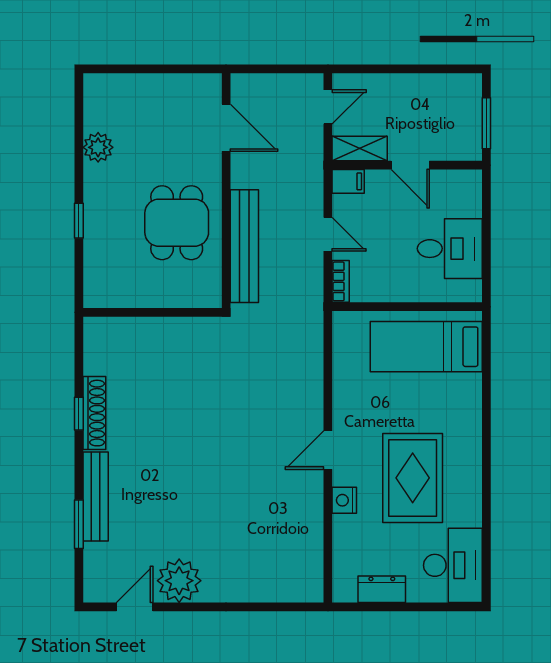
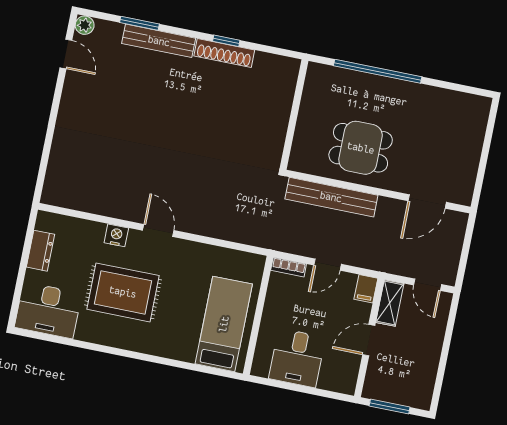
plant: (98, 147) -> (432, 98), removed
window: (79, 221) -> (378, 71), width x3.17
plant: (179, 581) -> (85, 25), moved, width x0.53, depth x0.53

